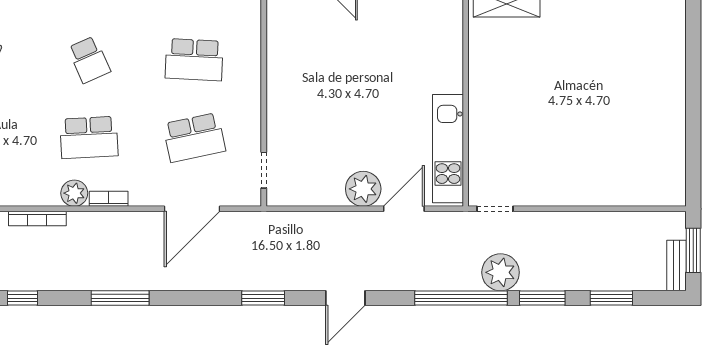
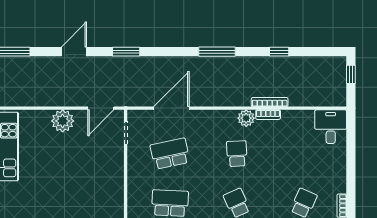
school desk: (89, 137) -> (237, 154), width x0.54
bookcase: (109, 199) -> (268, 115), moved
door: (404, 209) -> (101, 108), moved

